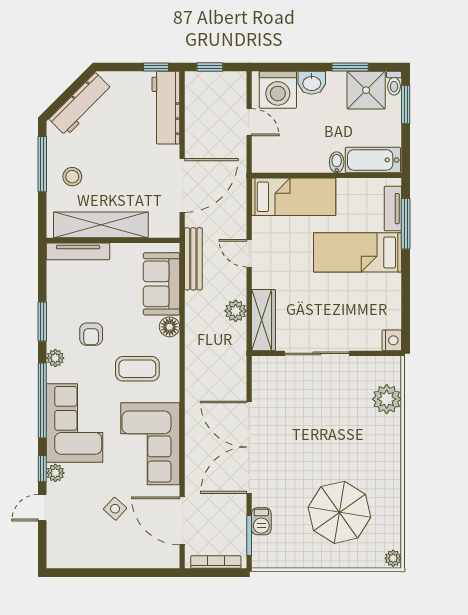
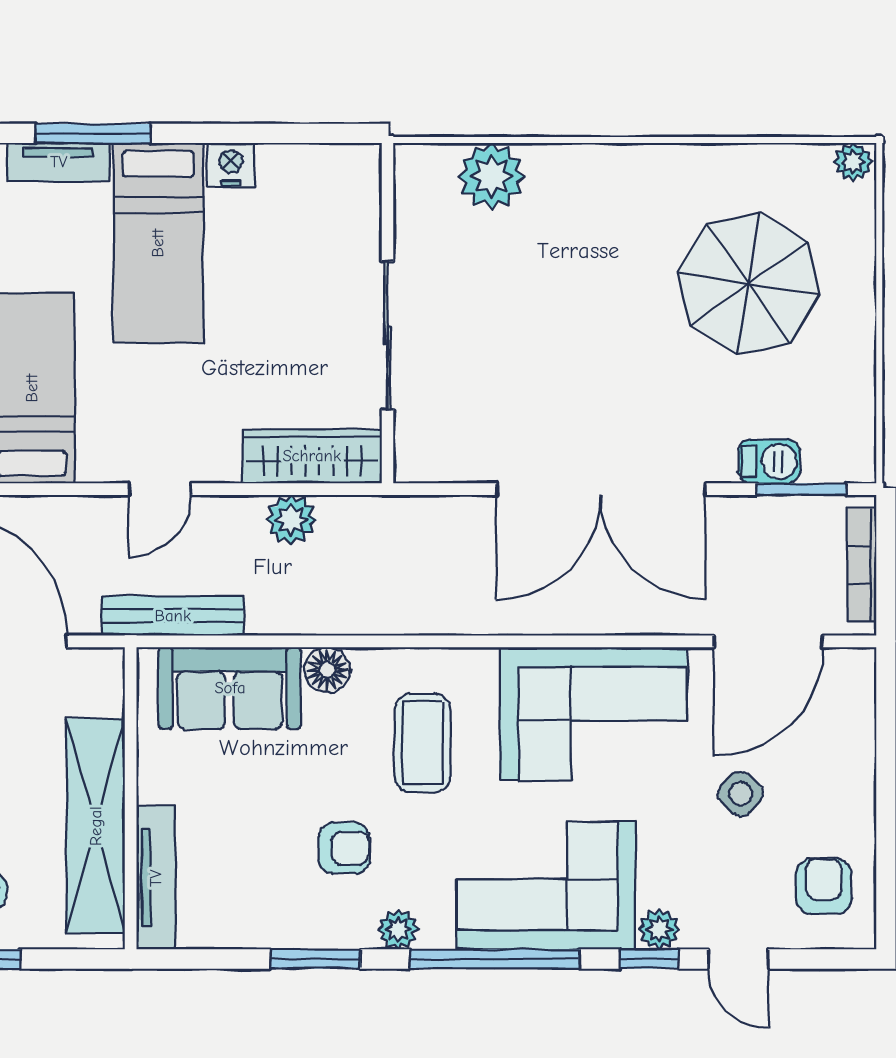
nightstand: (392, 340) -> (231, 165), moved
armchair: (74, 545) -> (824, 886), added

